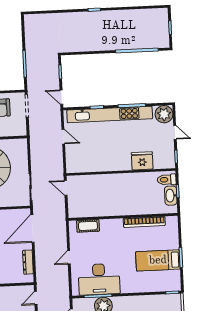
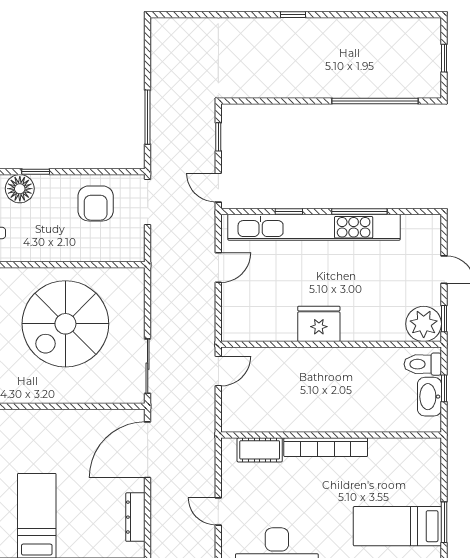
plant: (164, 114) -> (424, 324), moved
door: (63, 137) -> (218, 268), hinge flipped
fridge: (142, 161) -> (319, 324), moved
door: (66, 188) -> (218, 371), swing flipped
bookcase: (144, 222) -> (326, 447), moved
door: (69, 257) -> (218, 511), hinge flipped

